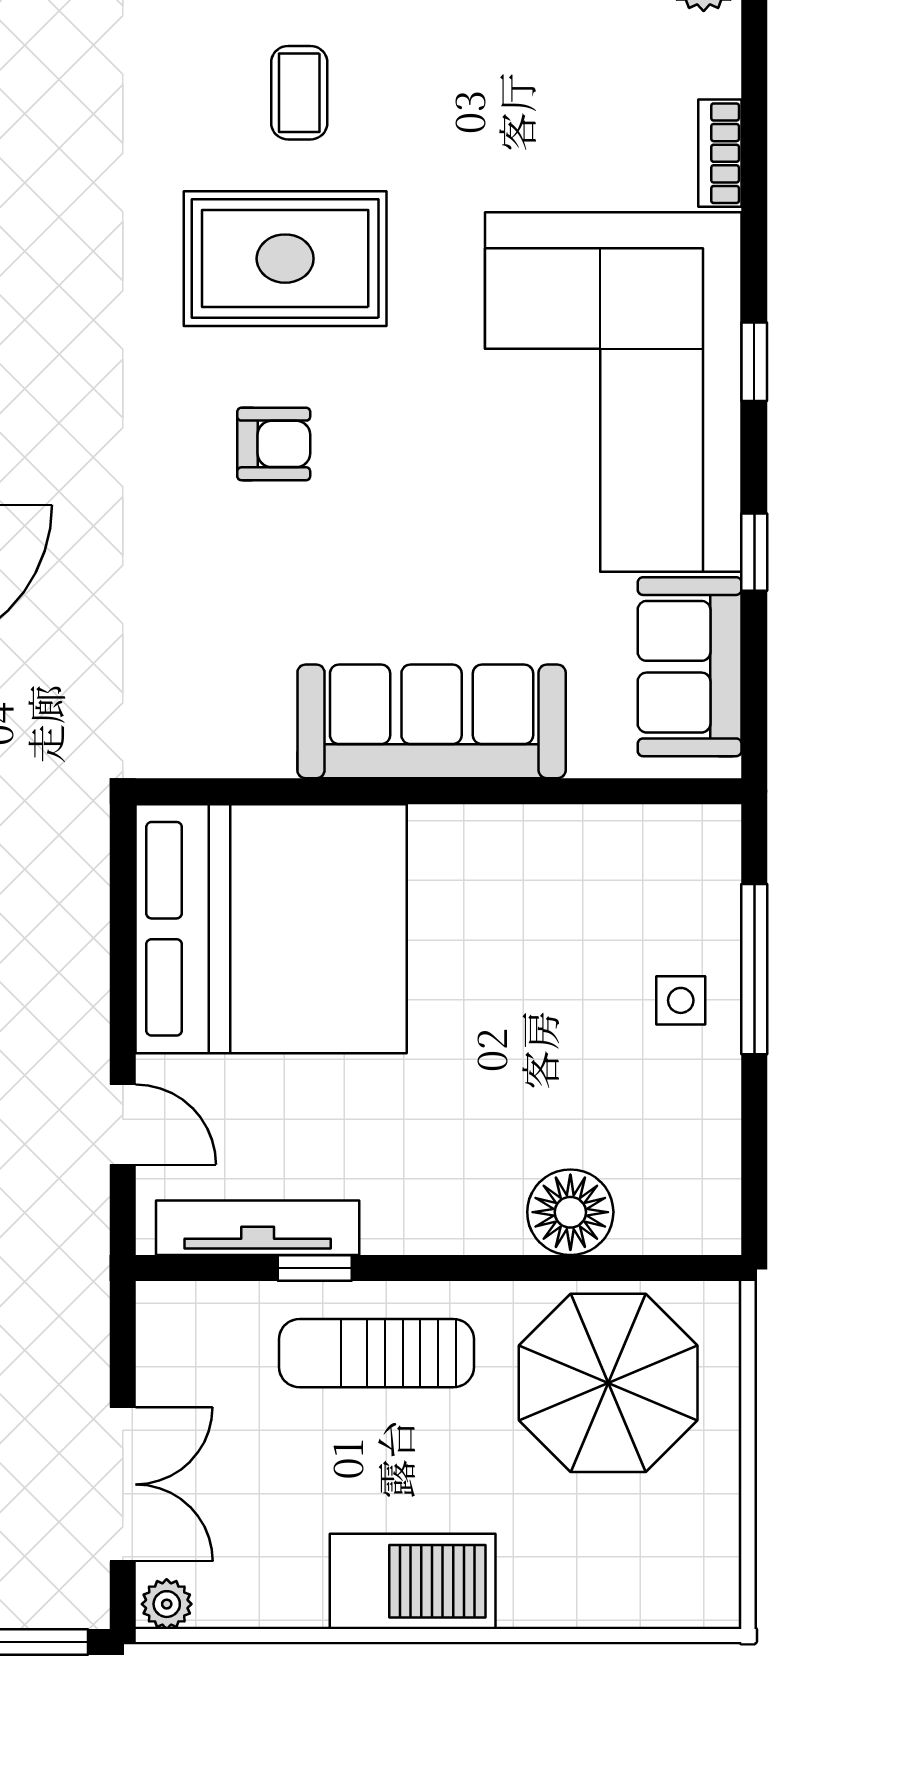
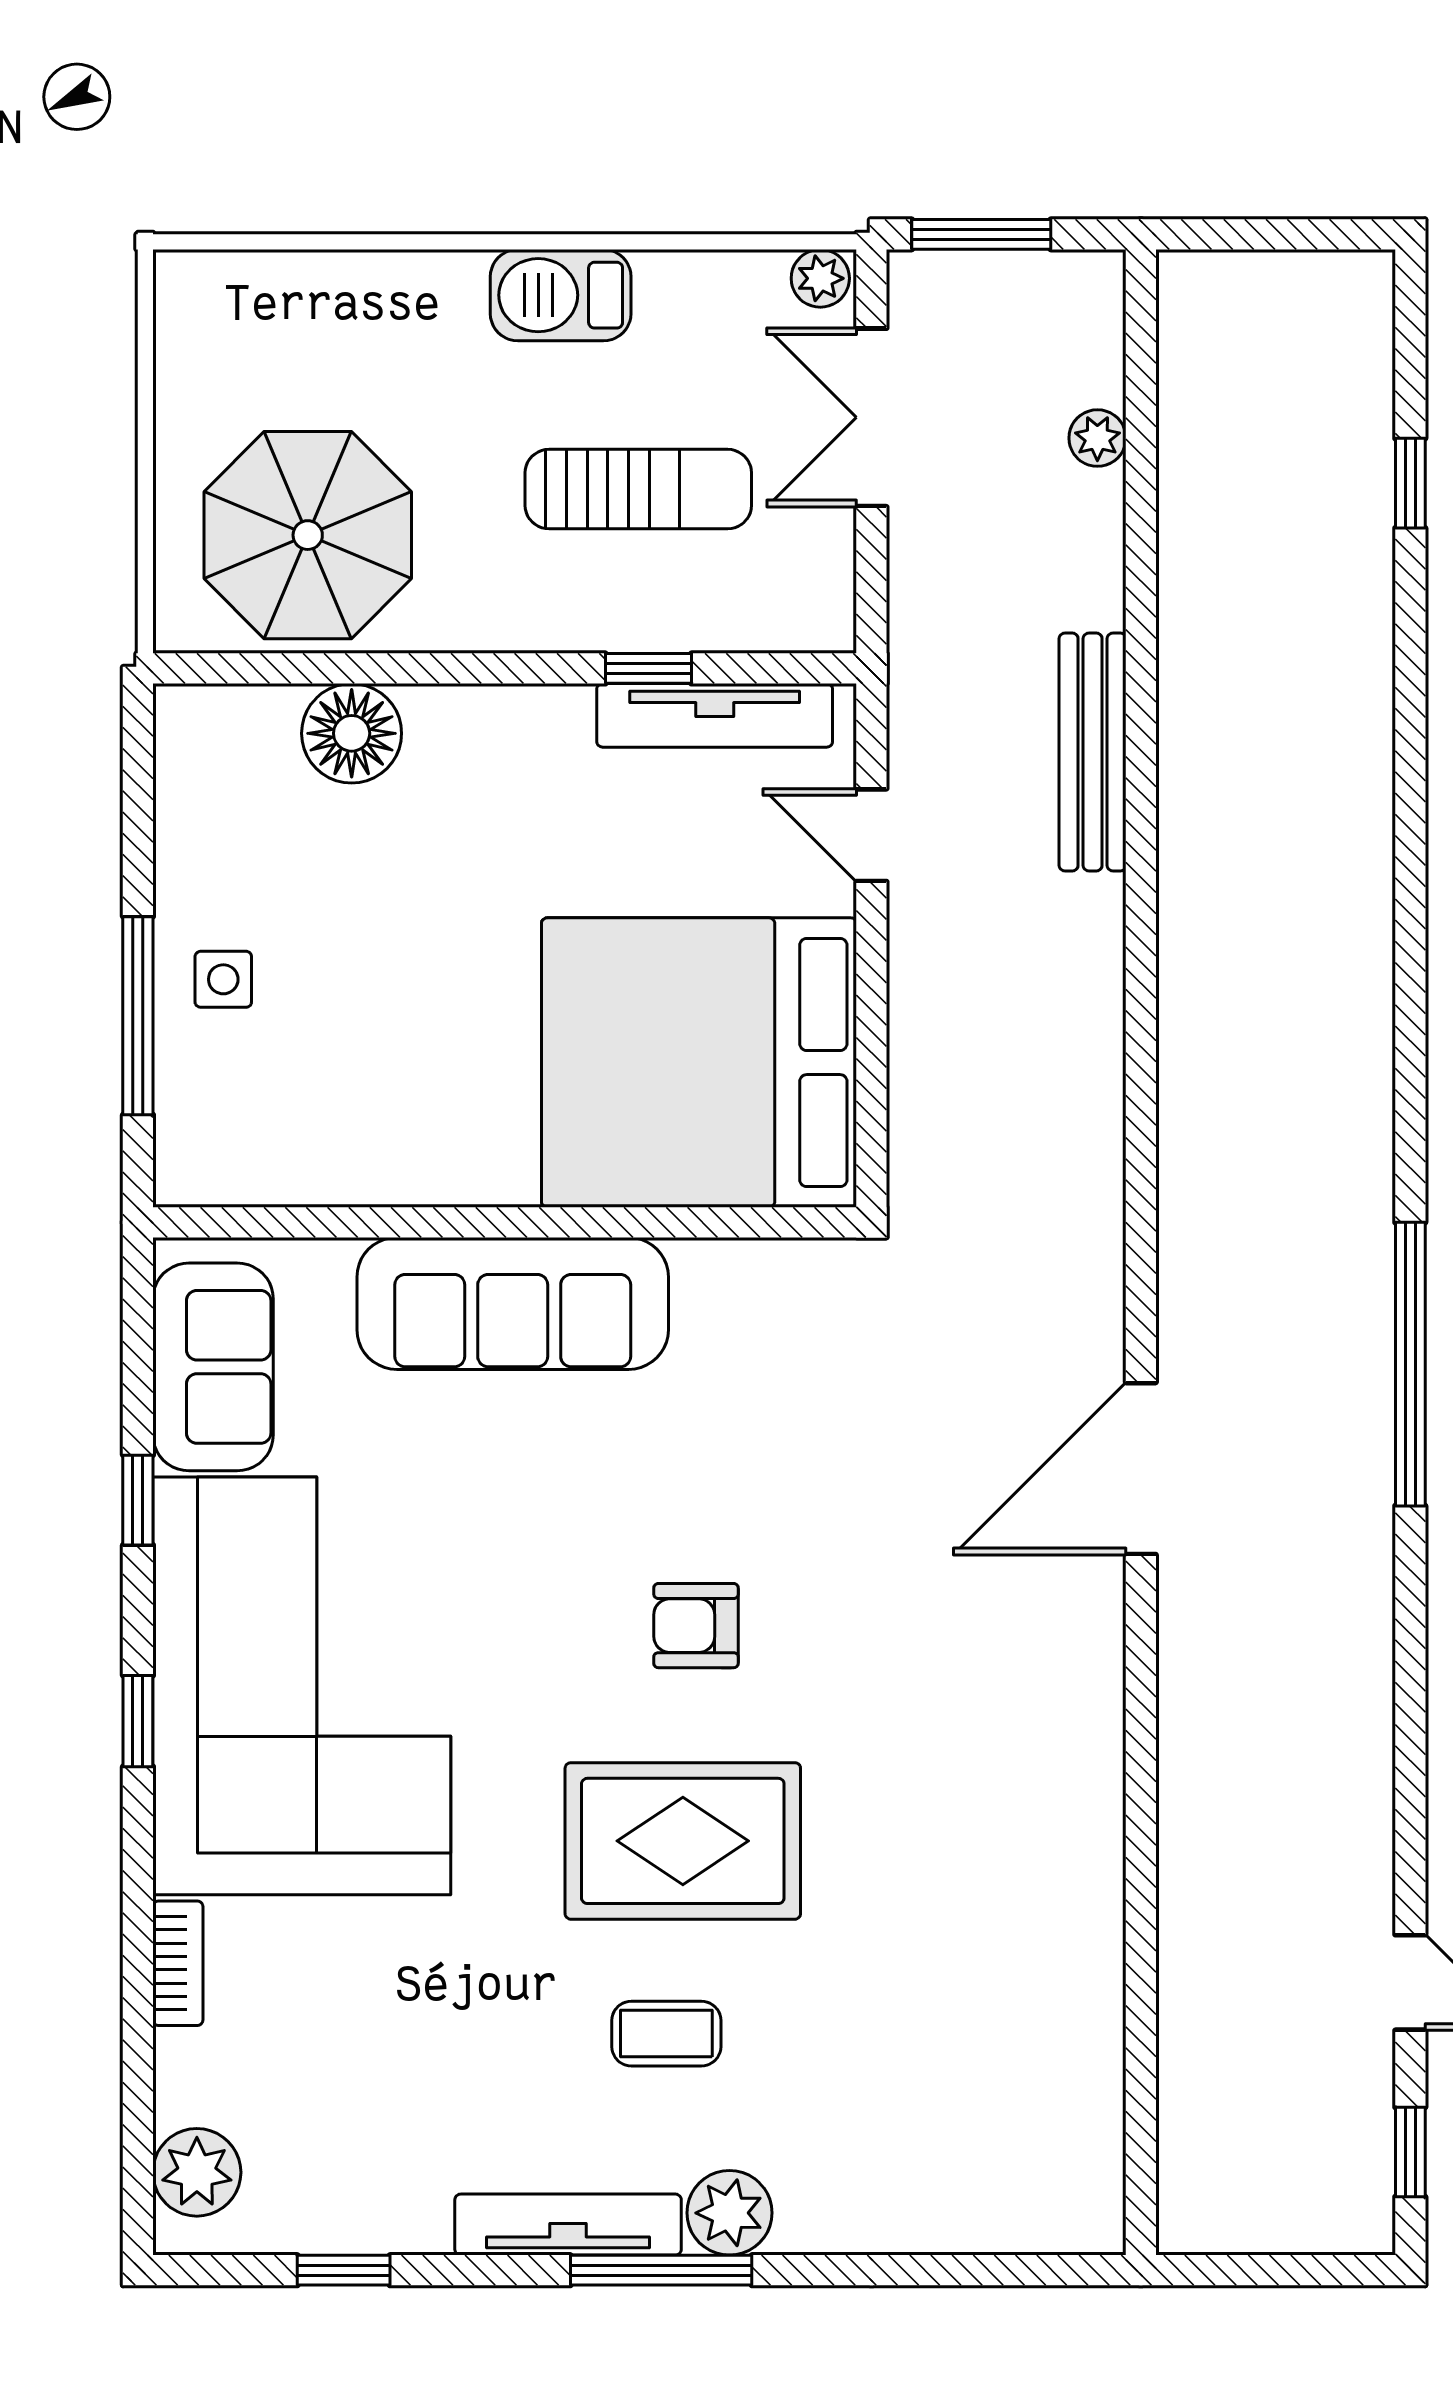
coffee table: (299, 93) -> (666, 2034), turned 90
sun lounger: (376, 1353) -> (638, 489), moved
barbecue: (413, 1581) -> (561, 295), width x0.73, depth x0.83

